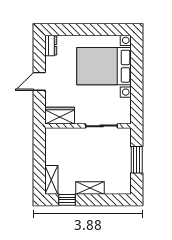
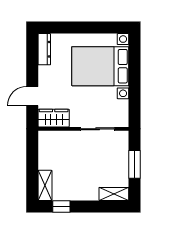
dresser: (51, 45) -> (44, 49), width x1.44
door: (39, 81) -> (32, 96), moved
shelving: (90, 188) -> (114, 194), moved

